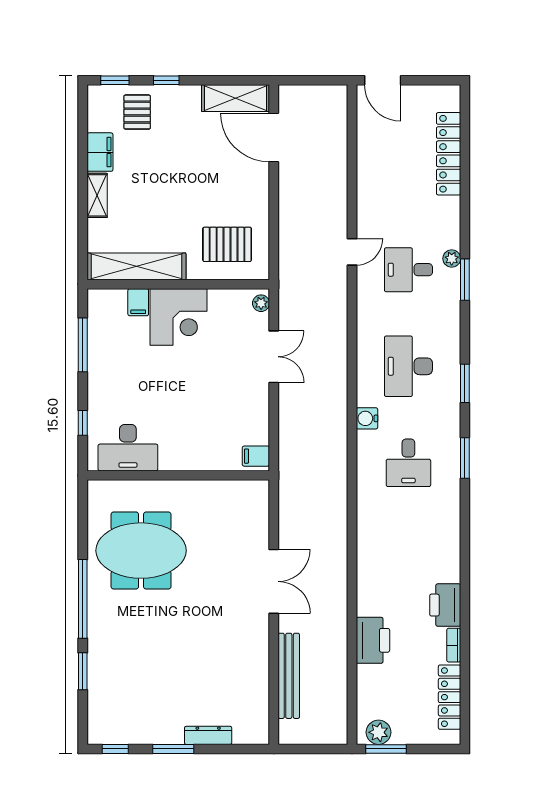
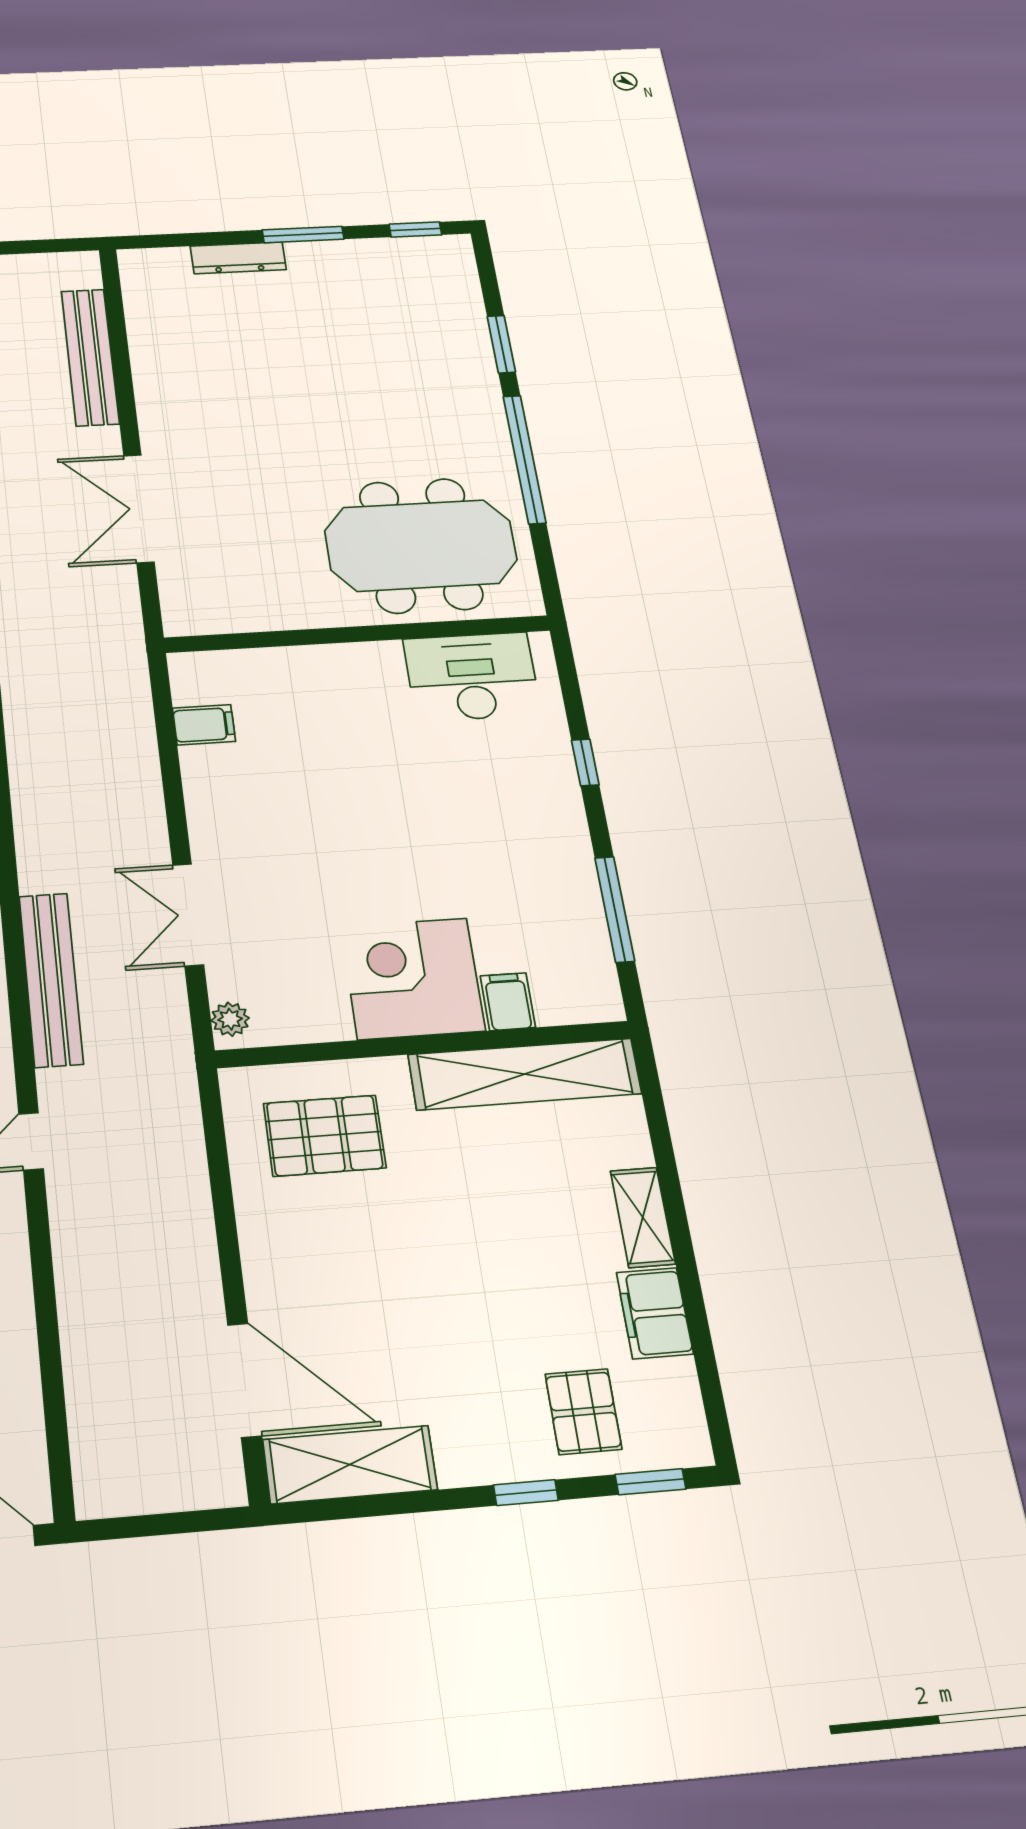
bench: (337, 329) -> (51, 979), added
desk: (128, 448) -> (472, 677), moved
wall: (178, 475) -> (358, 634), moved

